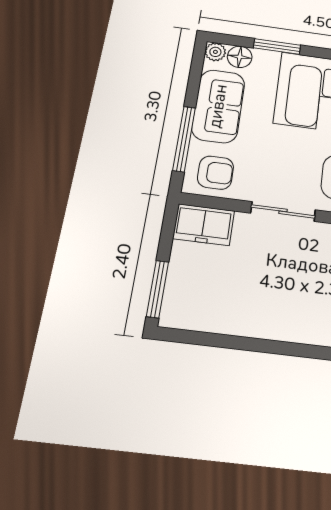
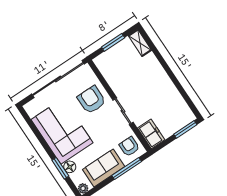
floor lamp: (240, 57) -> (70, 167), moved

